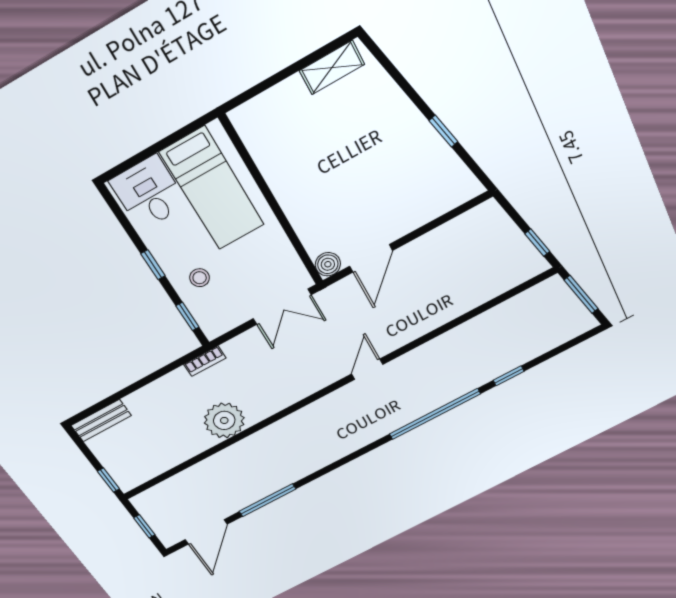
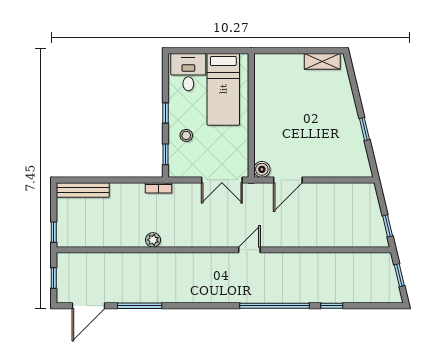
window: (581, 294) -> (399, 275), width x0.67
plant: (224, 420) -> (153, 240), width x0.53, depth x0.53
bench: (101, 421) -> (83, 190), width x1.36

